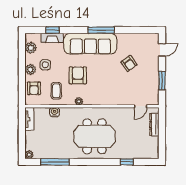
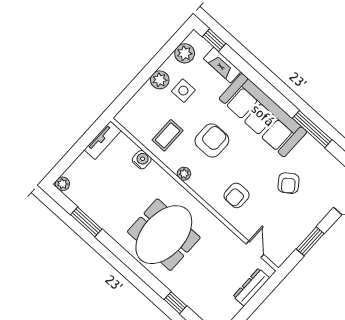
window: (53, 30) -> (214, 40), moved
window: (101, 30) -> (312, 129), moved
armchair: (34, 88) -> (237, 195), moved
door: (141, 106) -> (255, 249), swing flipped
meeting table: (94, 136) -> (164, 235), turned 90
window: (55, 162) -> (86, 222), width x0.69

